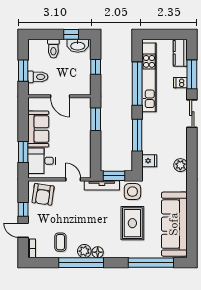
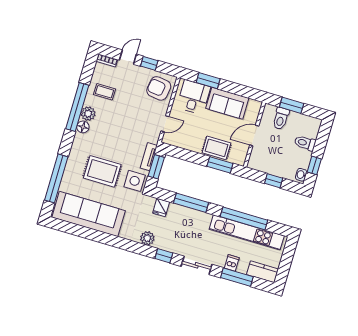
washbasin: (78, 46) -> (301, 175), width x0.52, depth x0.69
rug: (81, 127) -> (216, 148), added
window: (192, 146) -> (164, 256), added
tv unit: (102, 185) -> (149, 157), width x0.71

